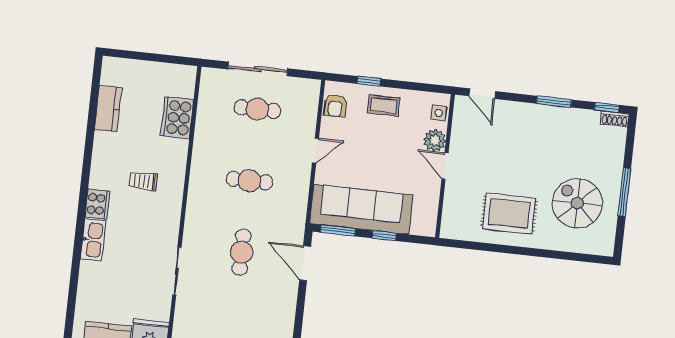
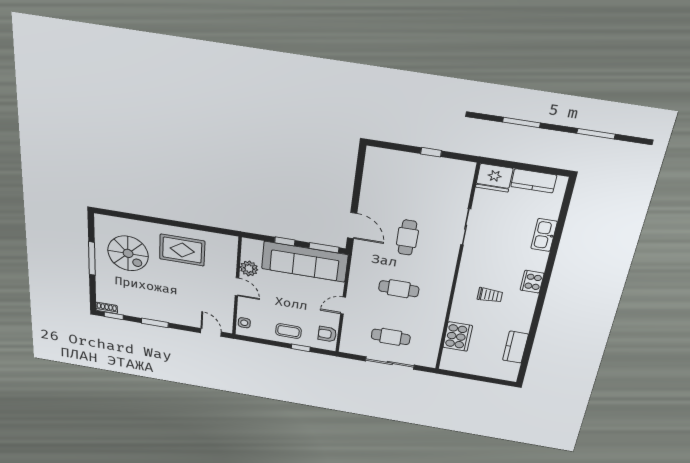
armchair: (335, 106) -> (327, 334), turned -90
plant: (435, 140) -> (249, 268), moved
kitchen sink: (93, 240) -> (544, 235), moved

